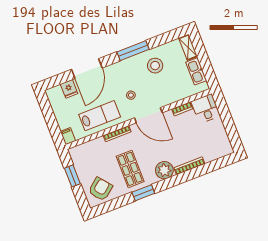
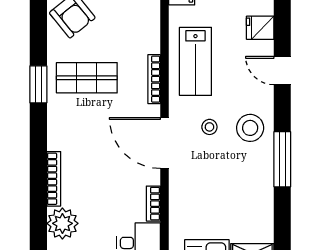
stool: (155, 66) -> (250, 128), moved
door: (87, 69) -> (282, 71), width x0.53
door: (148, 115) -> (165, 143), hinge flipped
plant: (164, 170) -> (62, 223), moved

